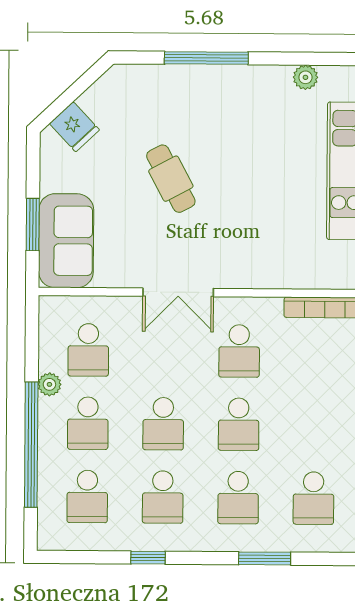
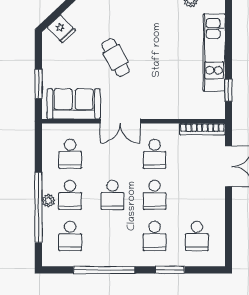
sofa: (66, 241) -> (74, 104), moved, turned -90
plant: (49, 384) -> (48, 201), moved
school desk: (163, 497) -> (112, 236), removed
window: (148, 558) -> (104, 270), width x3.17

